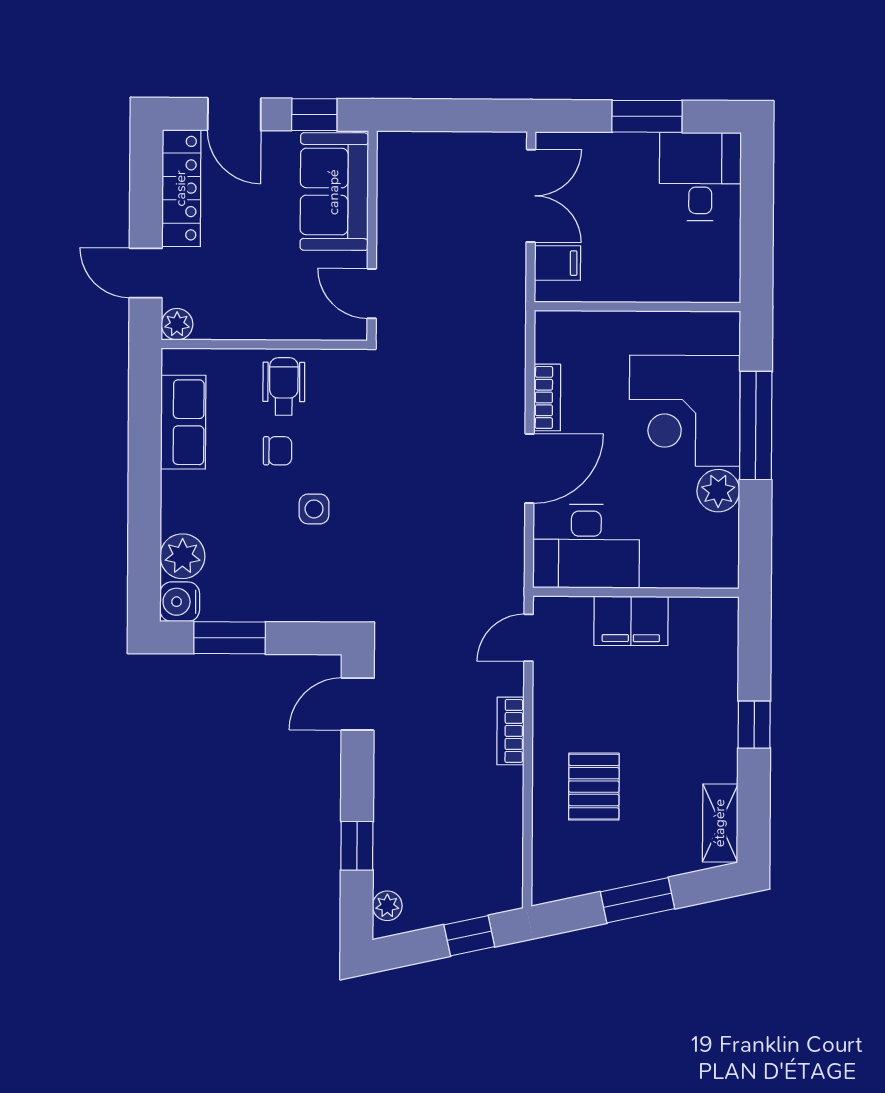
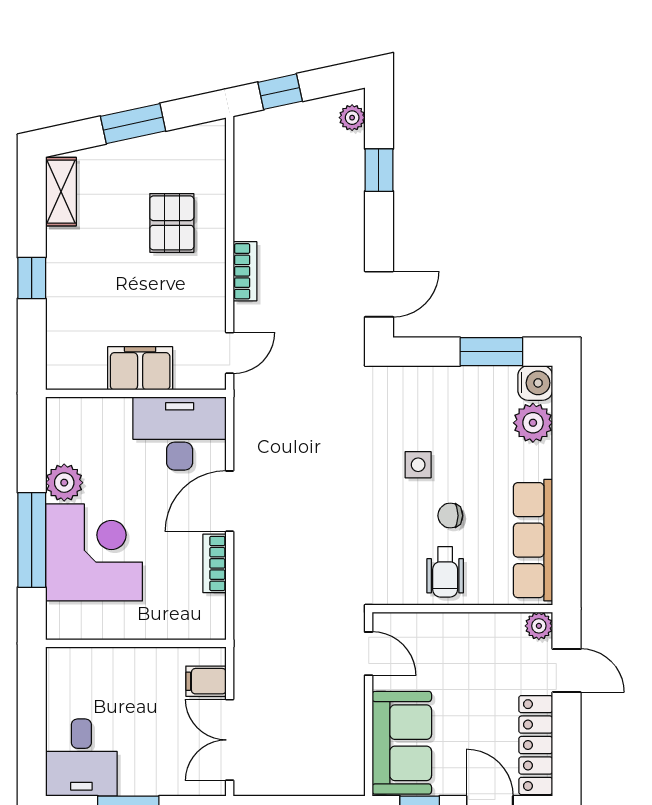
row of seats: (183, 422) -> (533, 540), width x1.48

